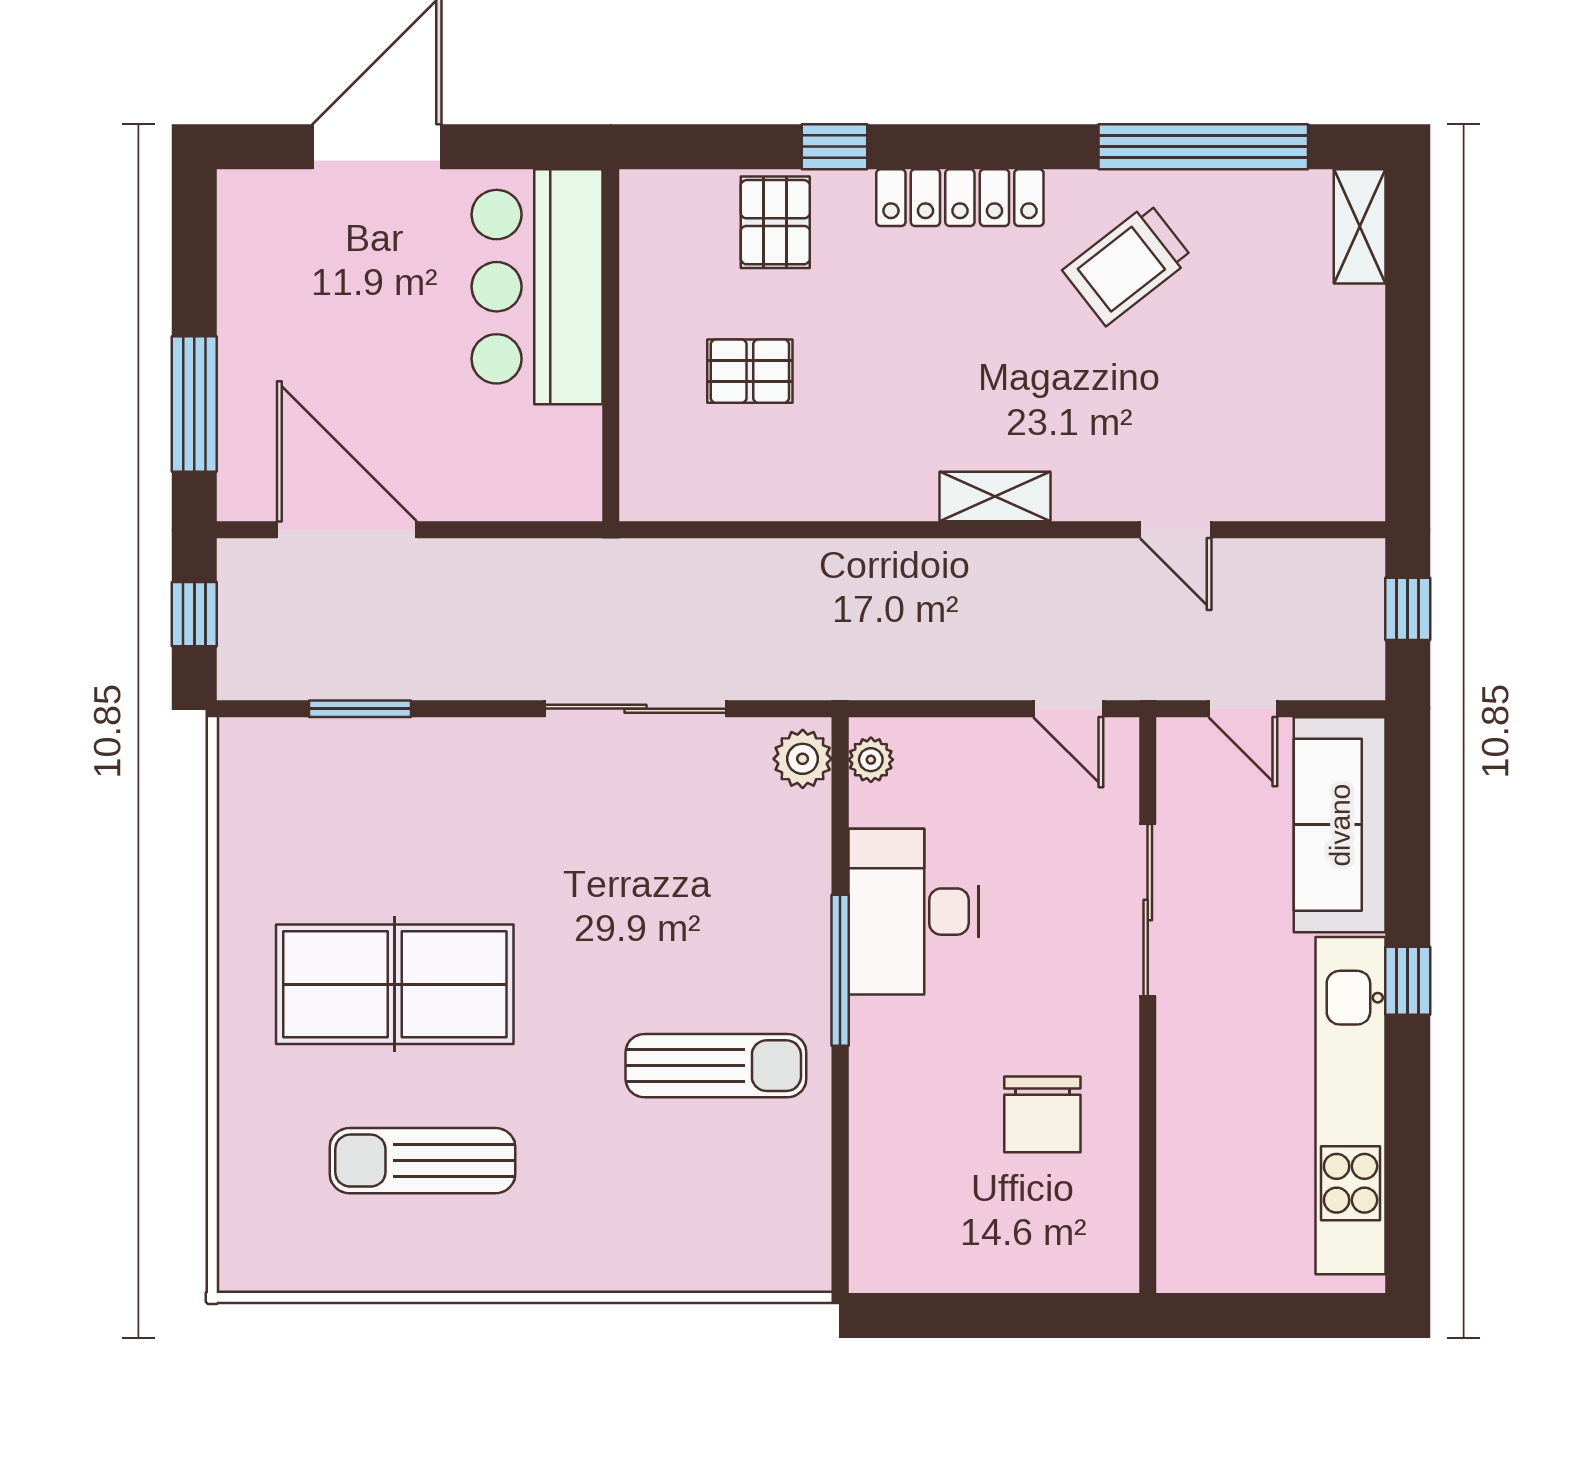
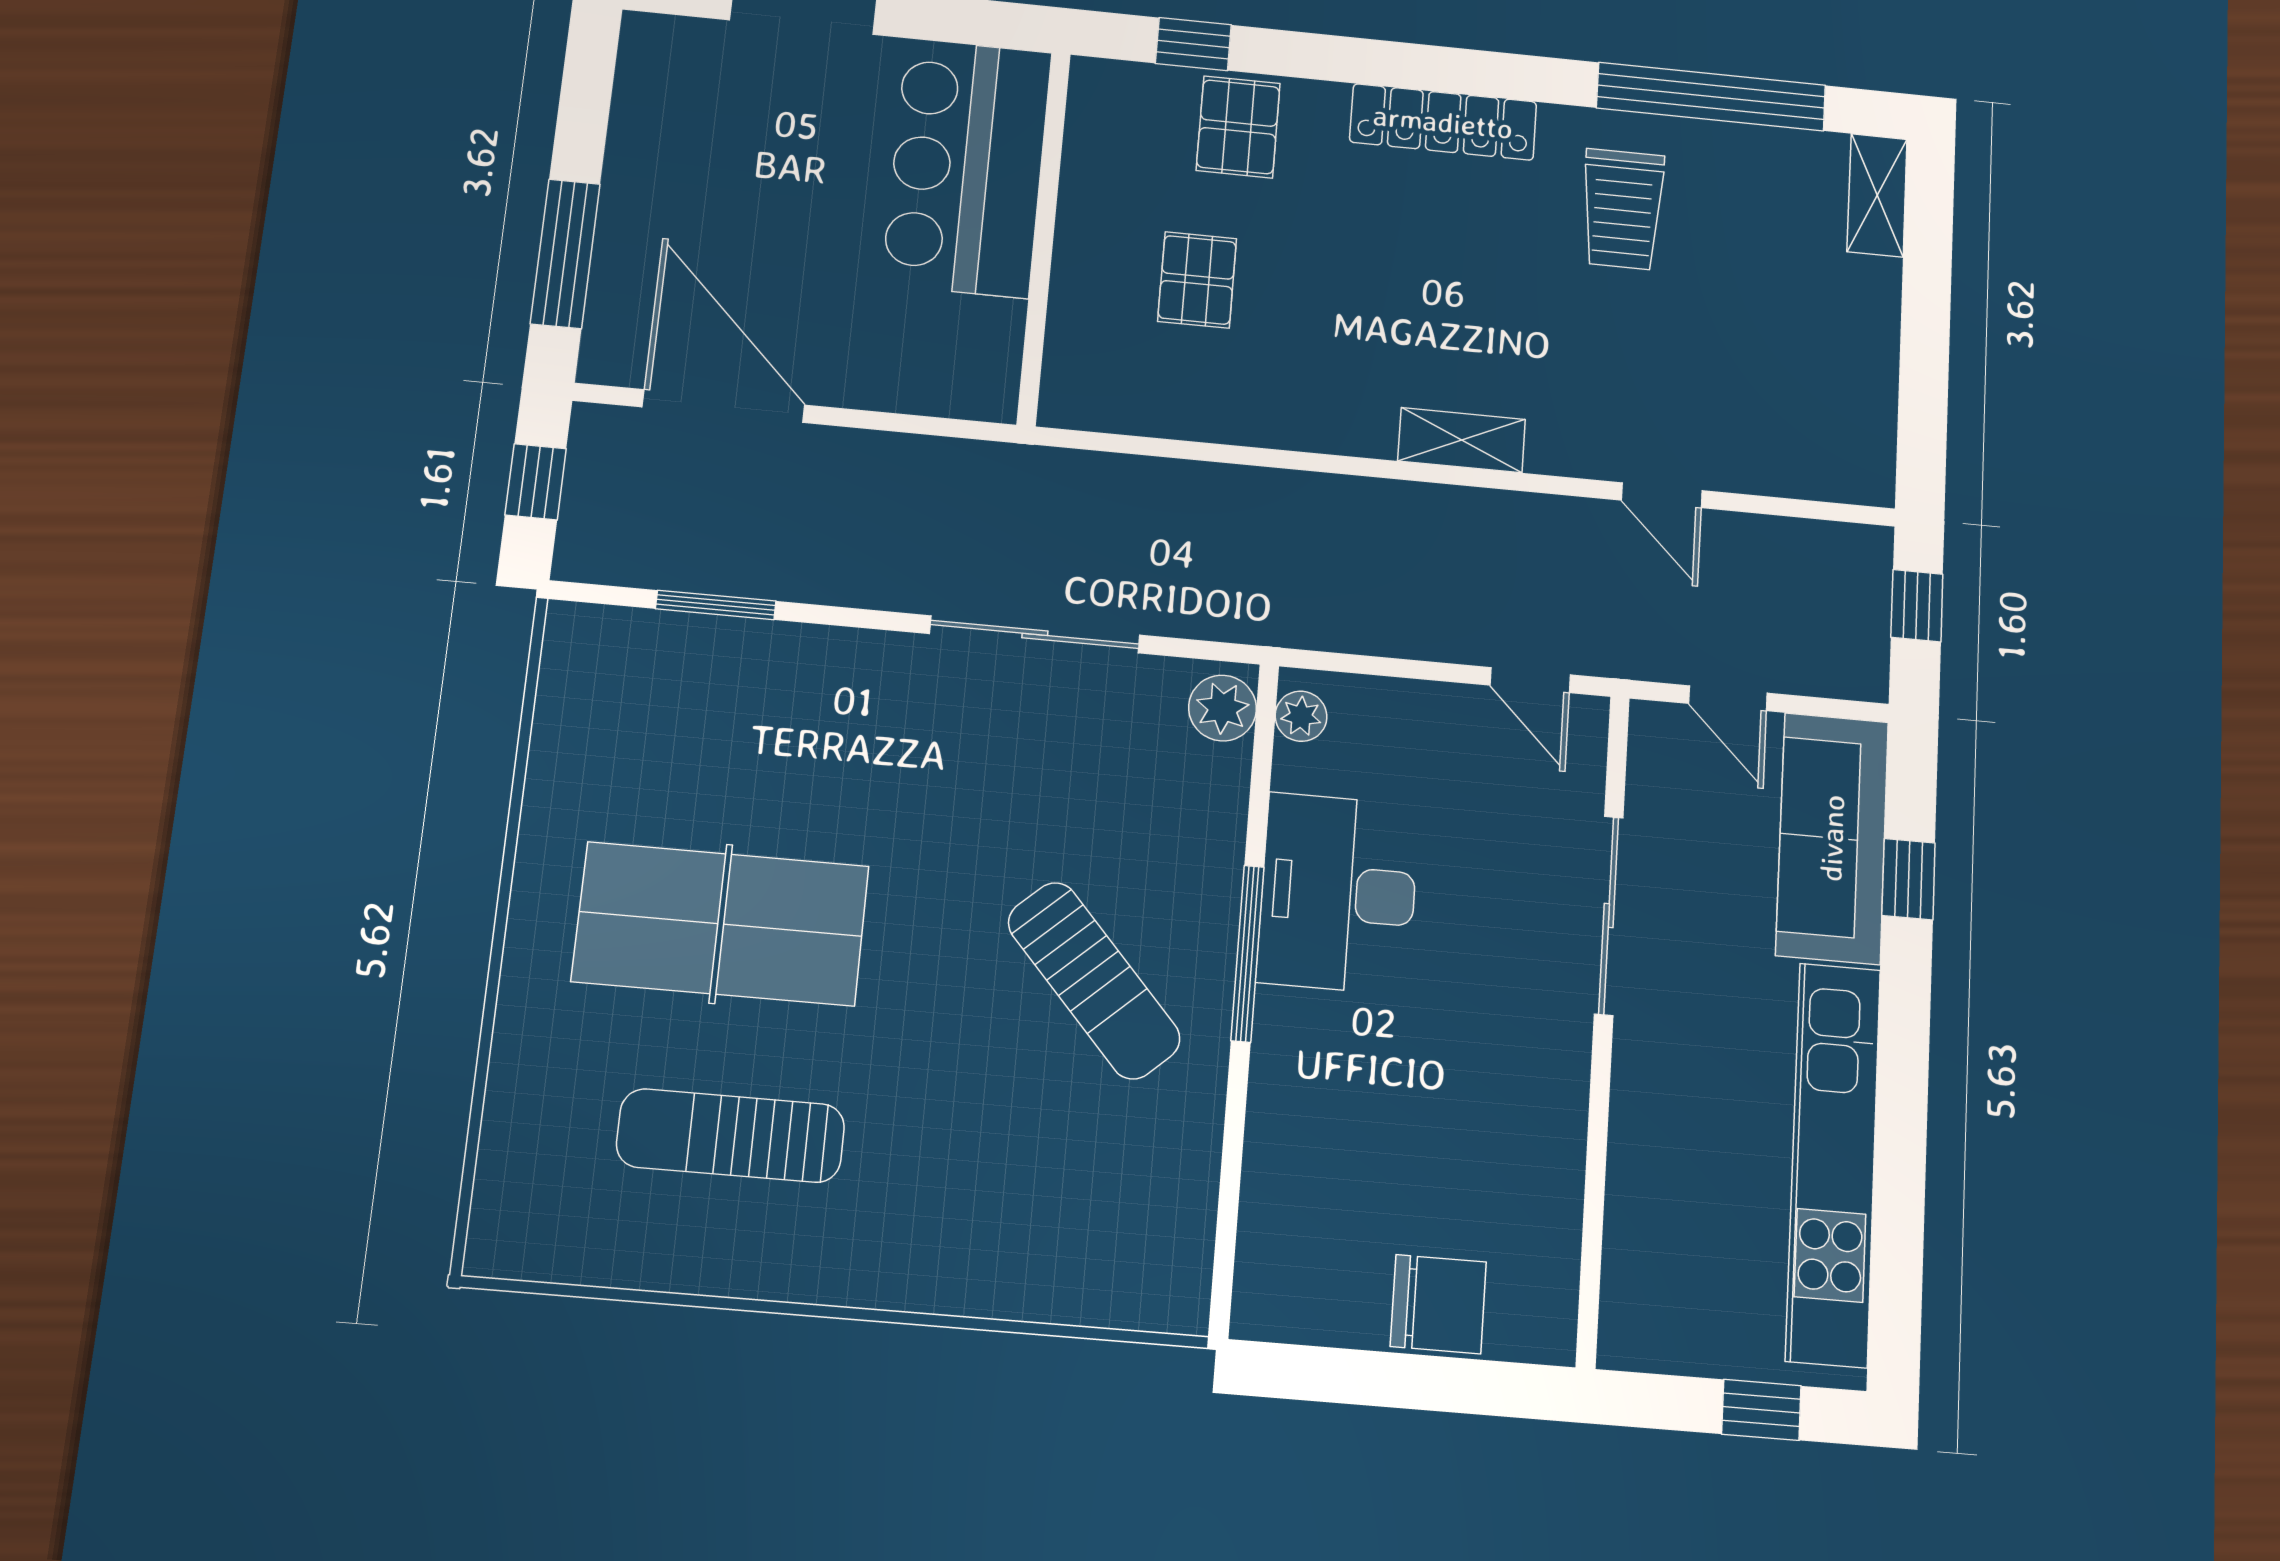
window: (835, 147) -> (1193, 44), moved
trolley: (1127, 264) -> (1623, 209), turned -52
pallet: (750, 371) -> (1197, 280), turned 90
window: (1408, 981) -> (1908, 879), moved
sun lounger: (716, 1066) -> (1094, 980), moved, turned 48
chair: (1042, 1114) -> (1438, 1304), moved, turned -90
window: (1297, 1315) -> (1761, 1410), added

